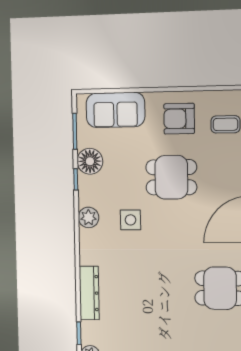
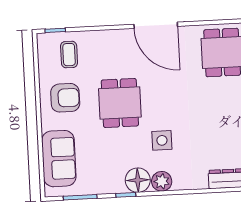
armchair: (179, 119) -> (65, 98), turned -90
floor lamp: (90, 161) -> (138, 180), moved

